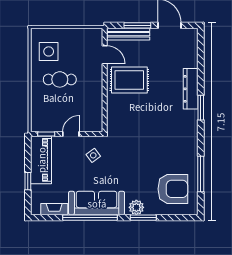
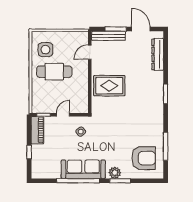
door: (105, 55) -> (90, 52), swing flipped
cafe table: (60, 79) -> (54, 72), width x1.37, depth x1.35
rug: (129, 80) -> (109, 86), moved
dresser: (191, 89) -> (158, 54), moved
piano: (41, 160) -> (37, 130), width x0.73, depth x0.75
fireplace: (54, 209) -> (50, 174), removed

